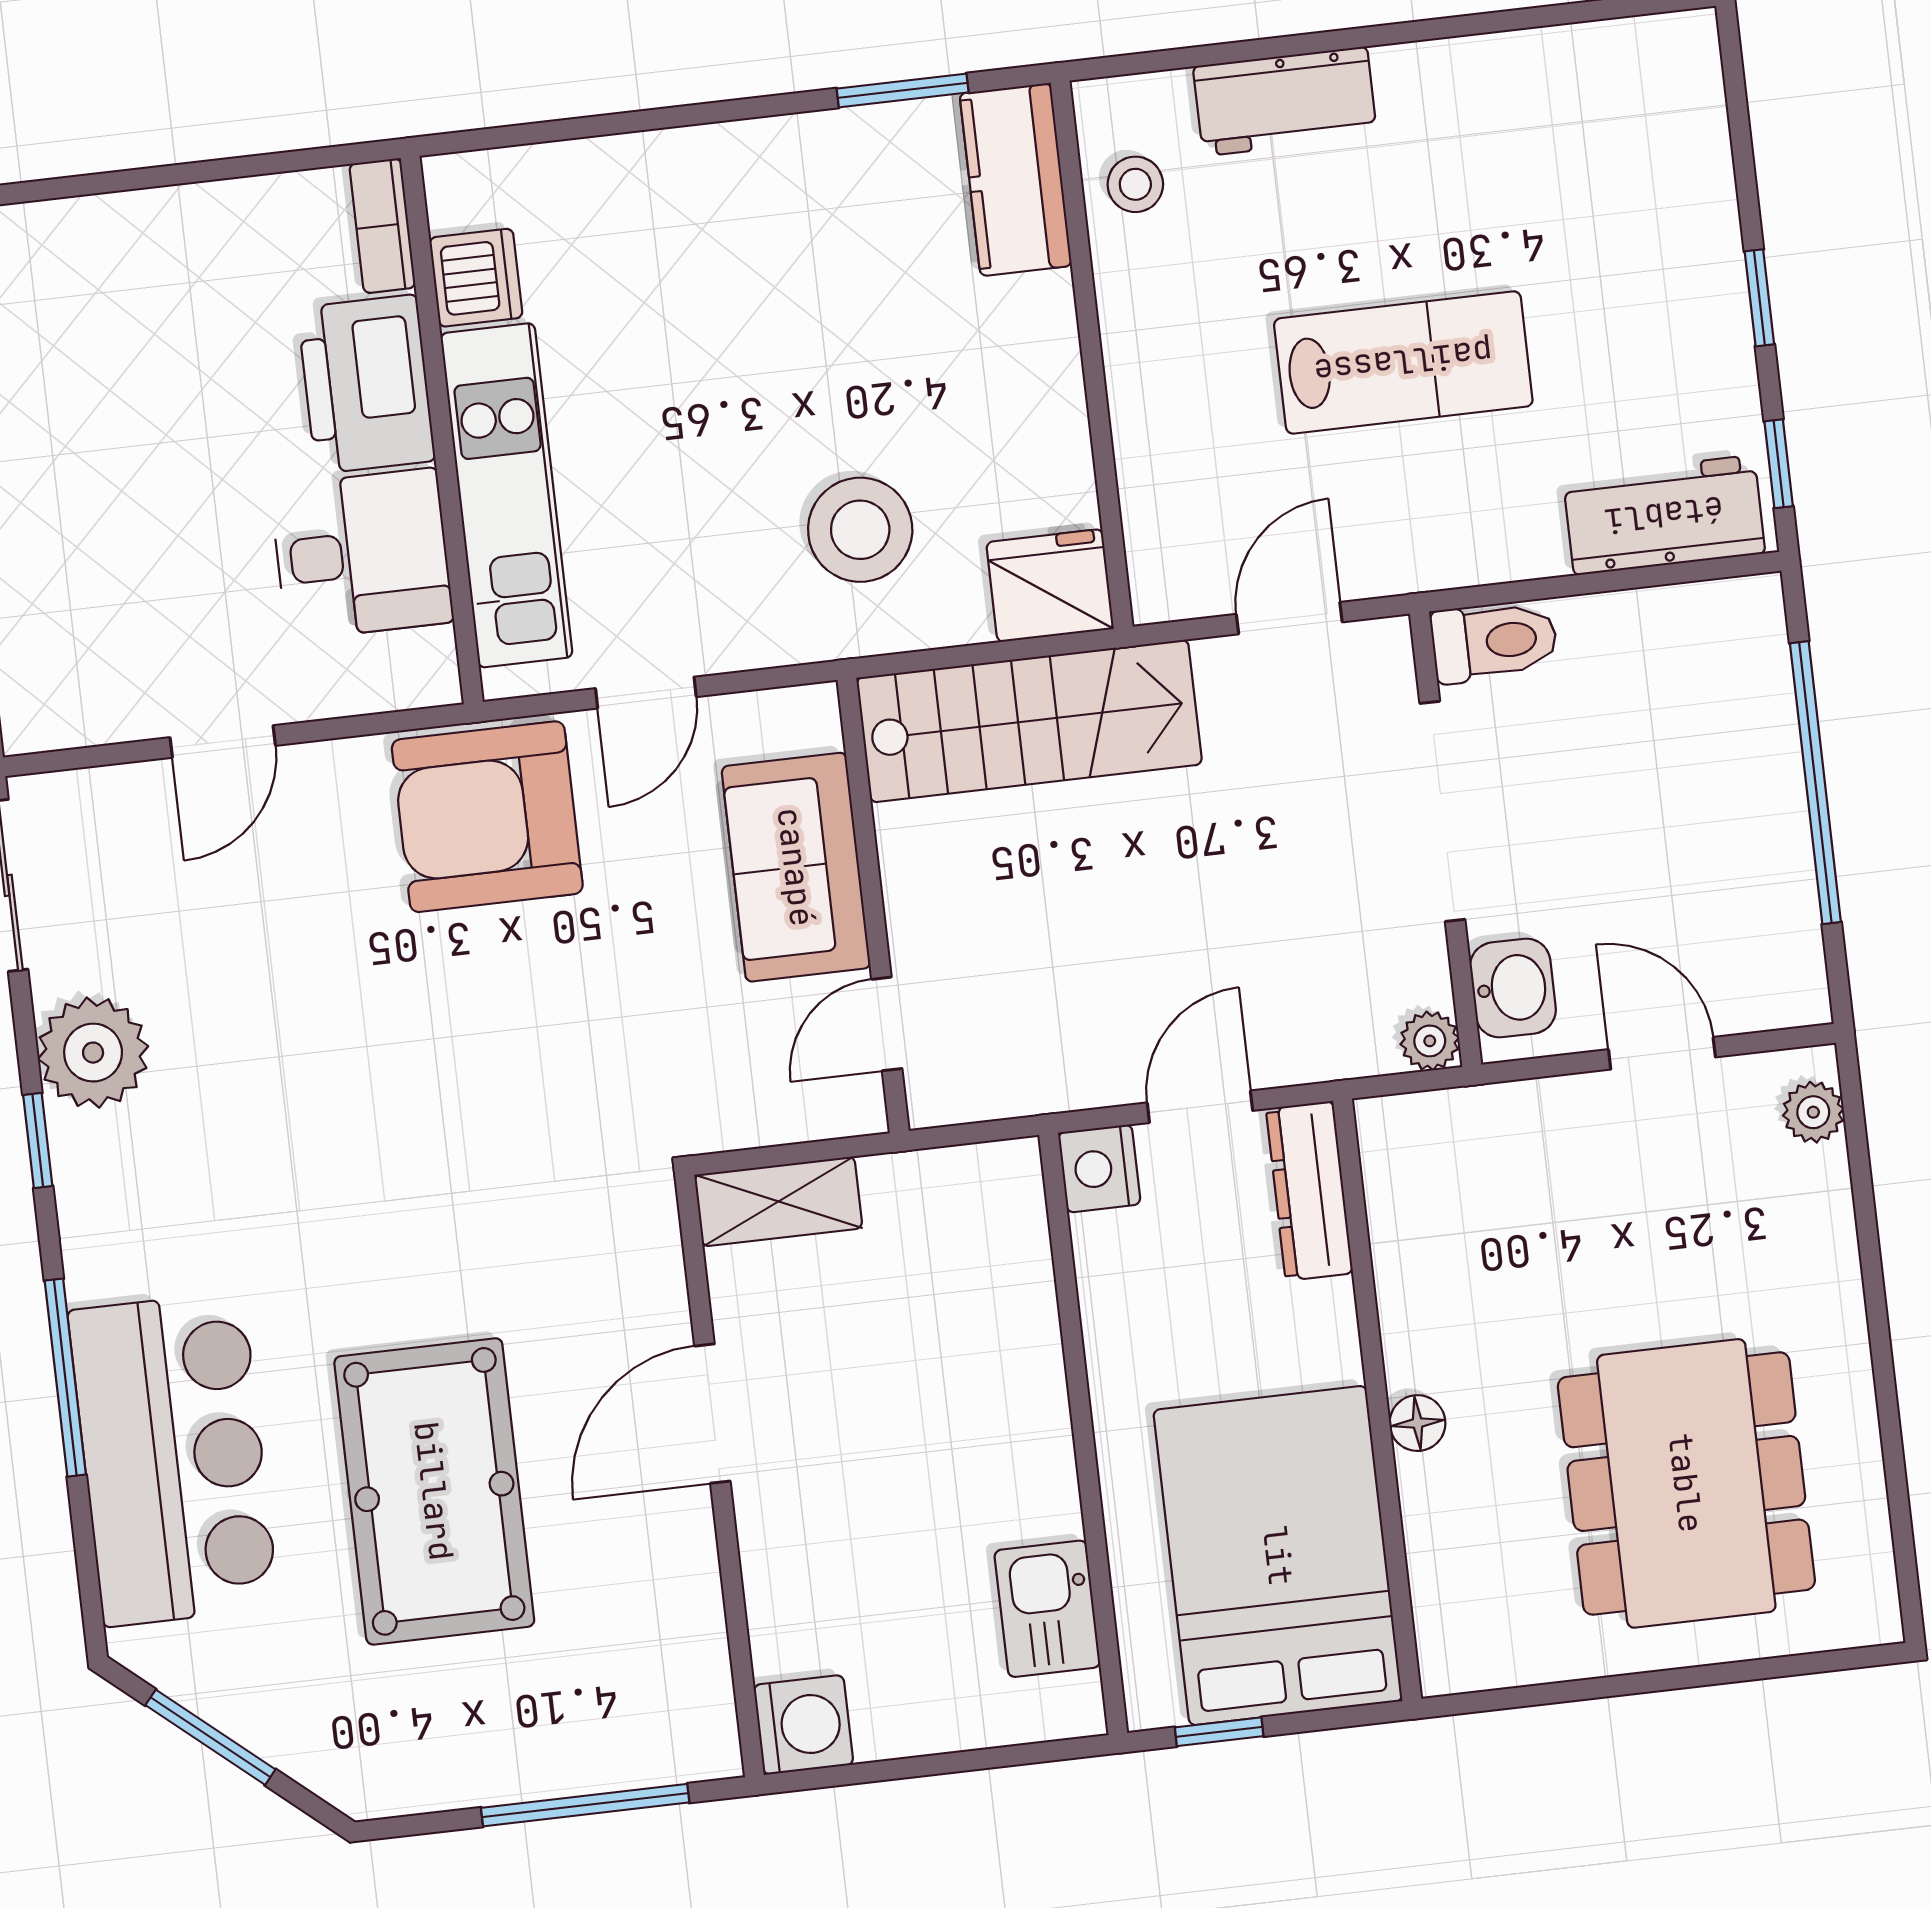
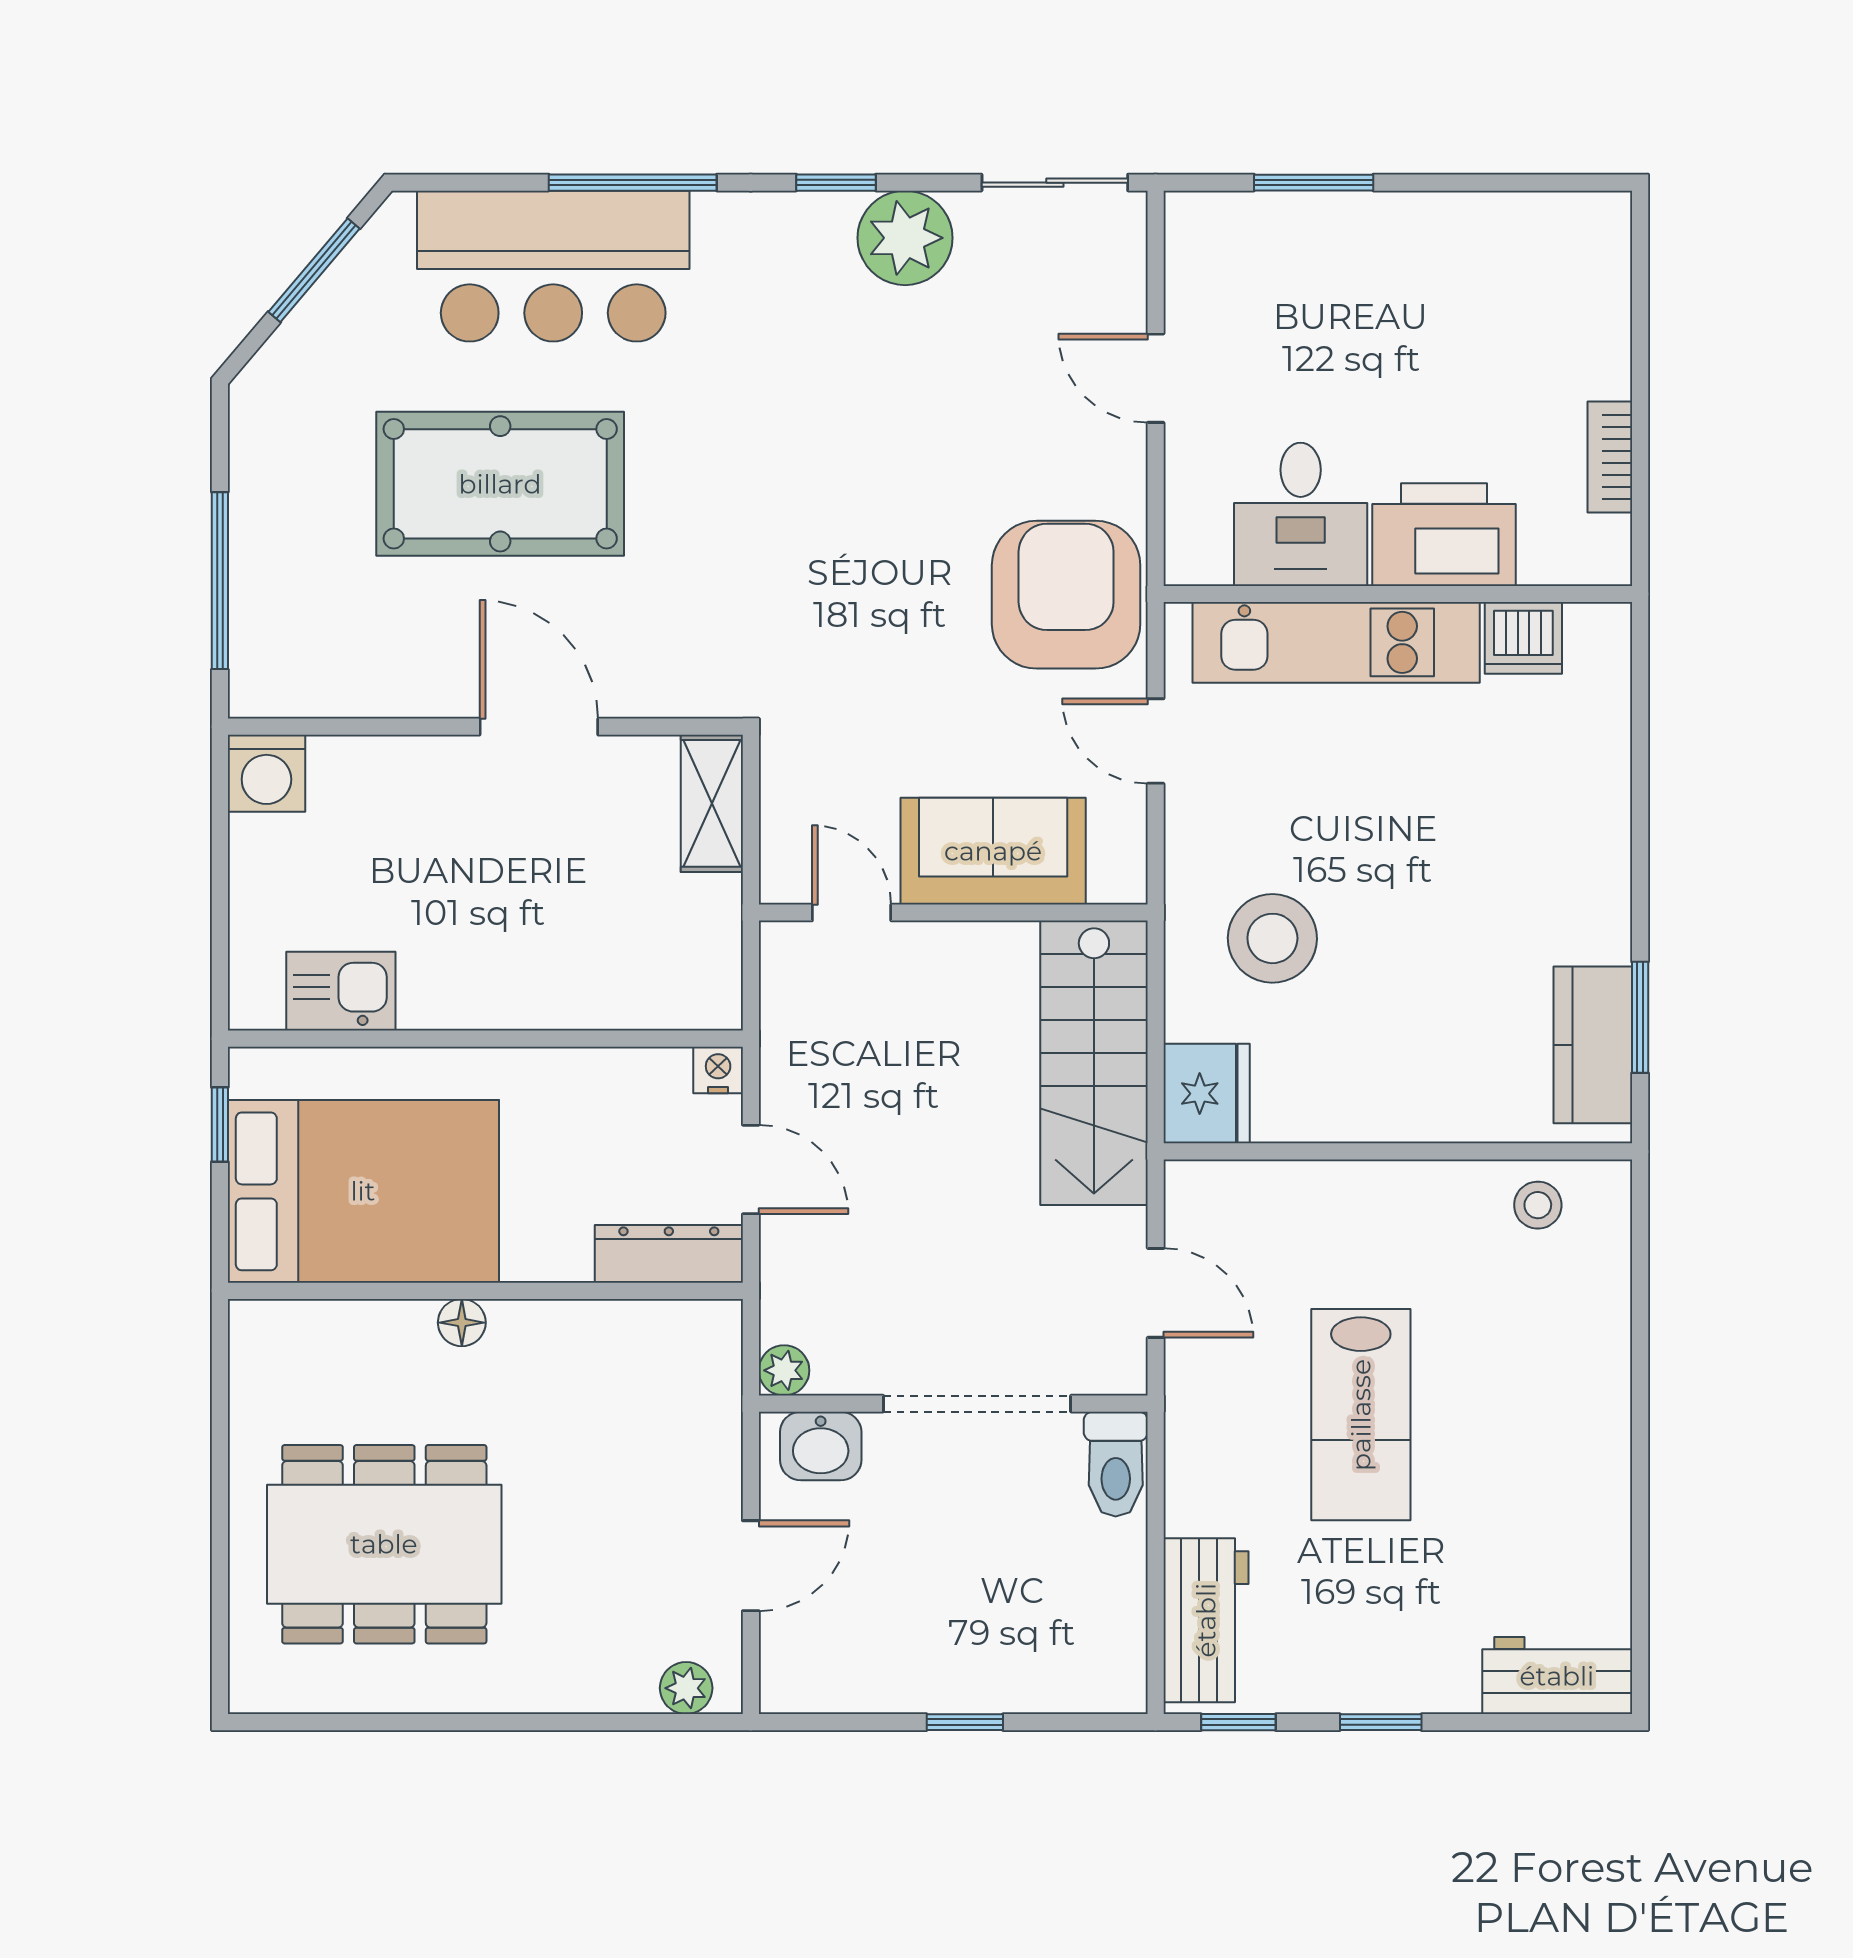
workbench: (1285, 101) -> (1557, 1676), moved, turned 90
kitchen counter: (1016, 180) -> (1593, 1045), moved, turned -90
bookcase: (382, 226) -> (1610, 457), moved, turned -90
window: (1815, 783) -> (965, 1722), width x0.32
nightstand: (1099, 1168) -> (718, 1070), width x0.72, depth x0.74

